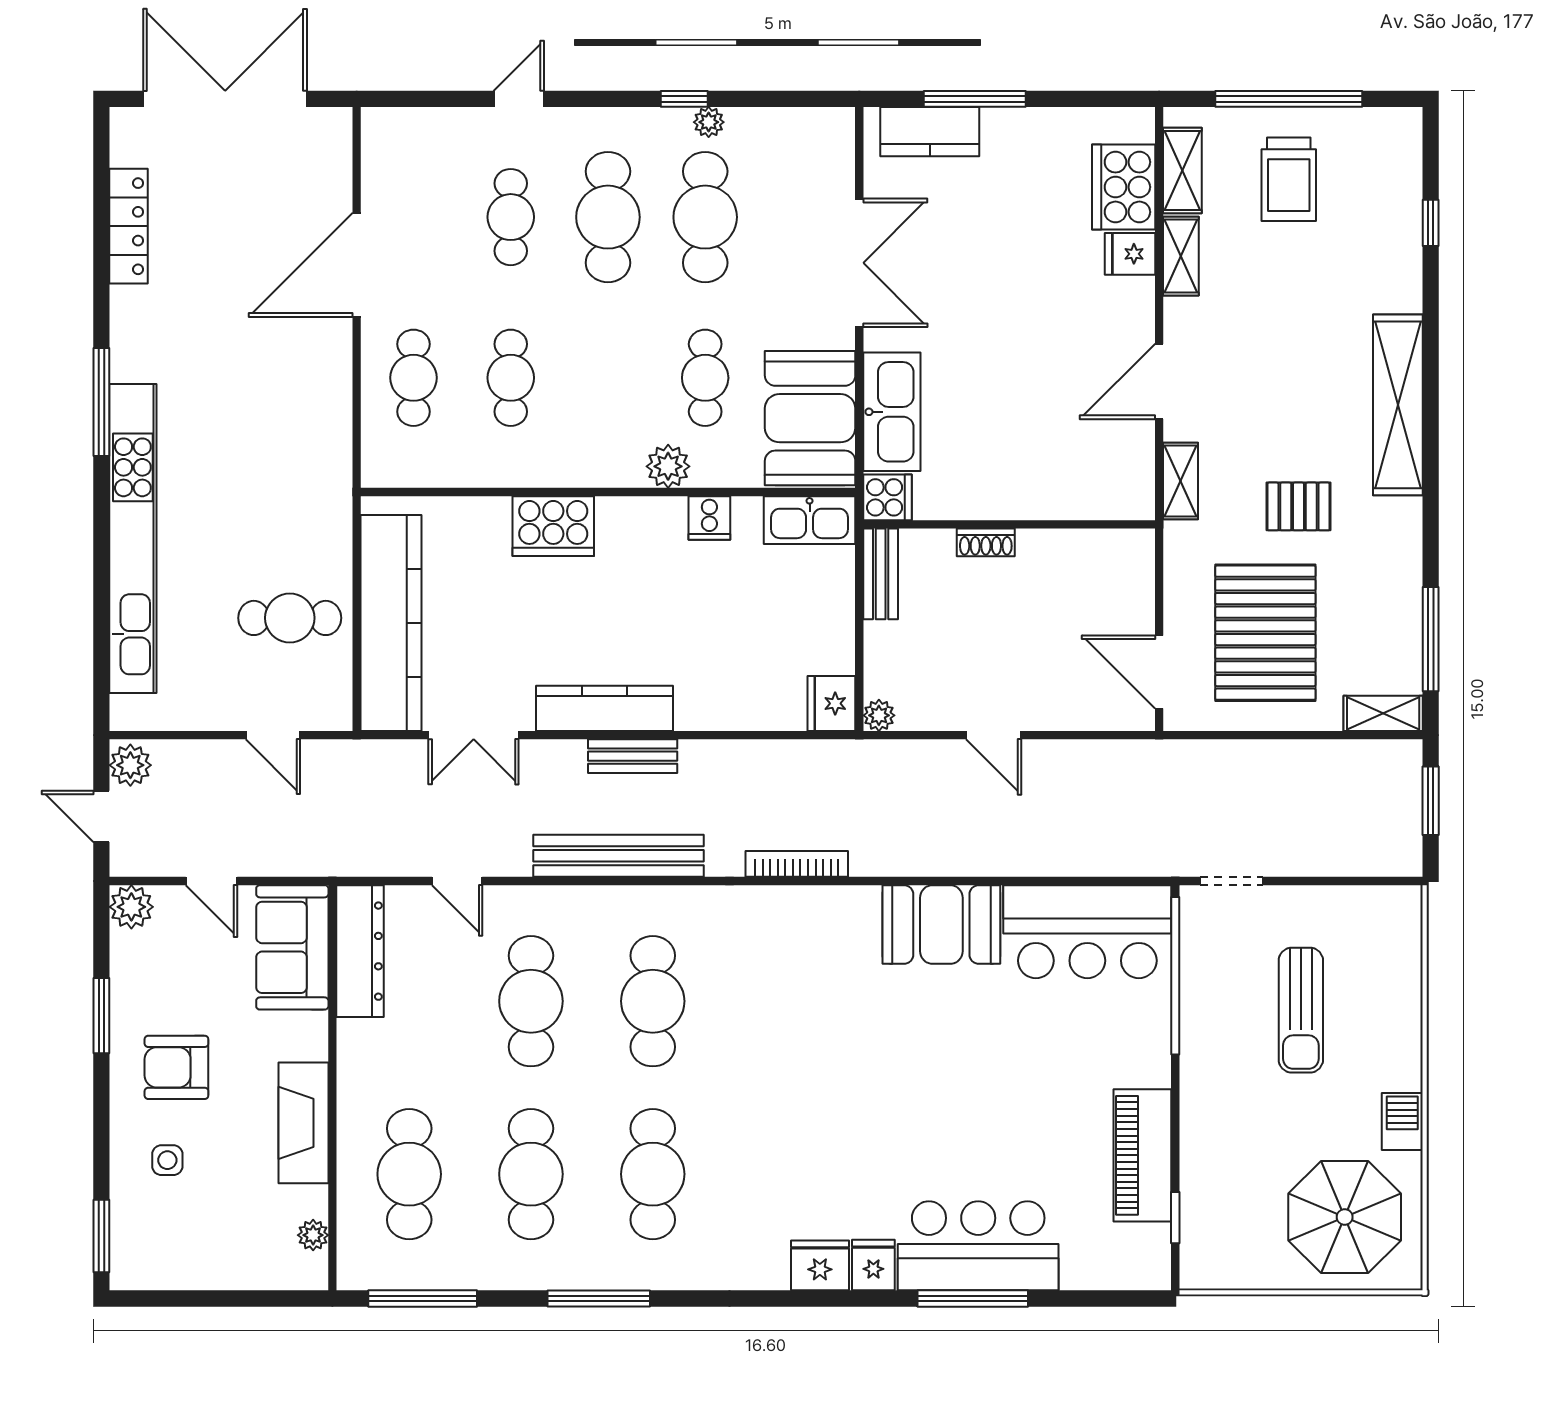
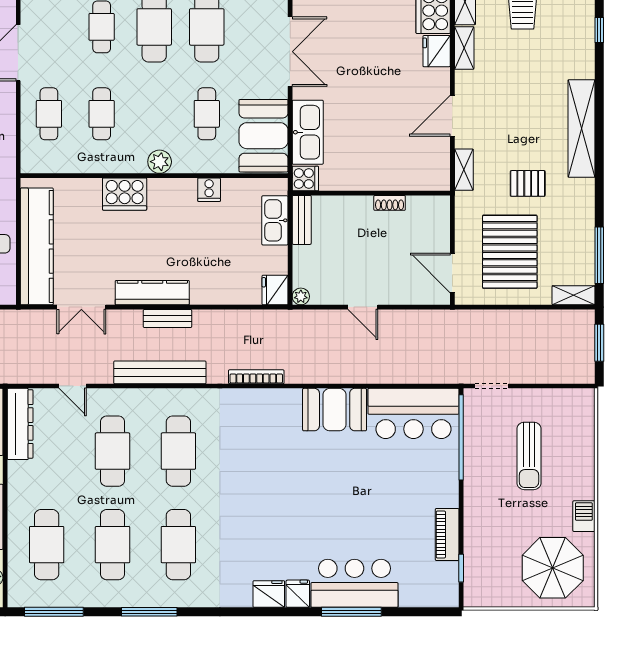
fridge: (1130, 254) -> (437, 51), width x1.38
plant: (668, 466) -> (160, 162), moved
kitchen sink: (810, 520) -> (275, 220), moved, turned 90
shoe rack: (986, 542) -> (390, 203), moved
piano: (1142, 1155) -> (447, 534), width x0.73, depth x0.75

